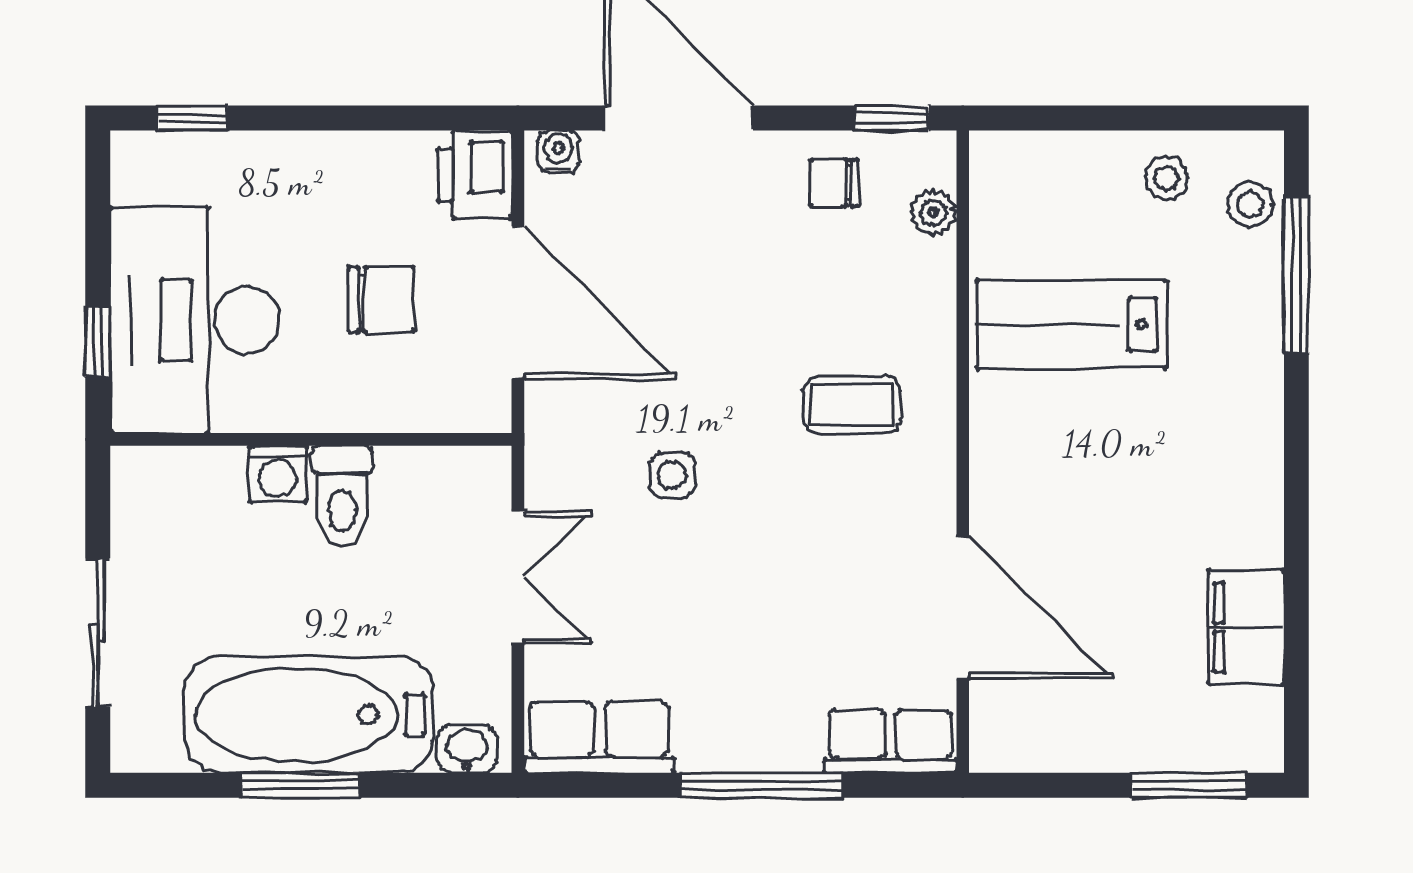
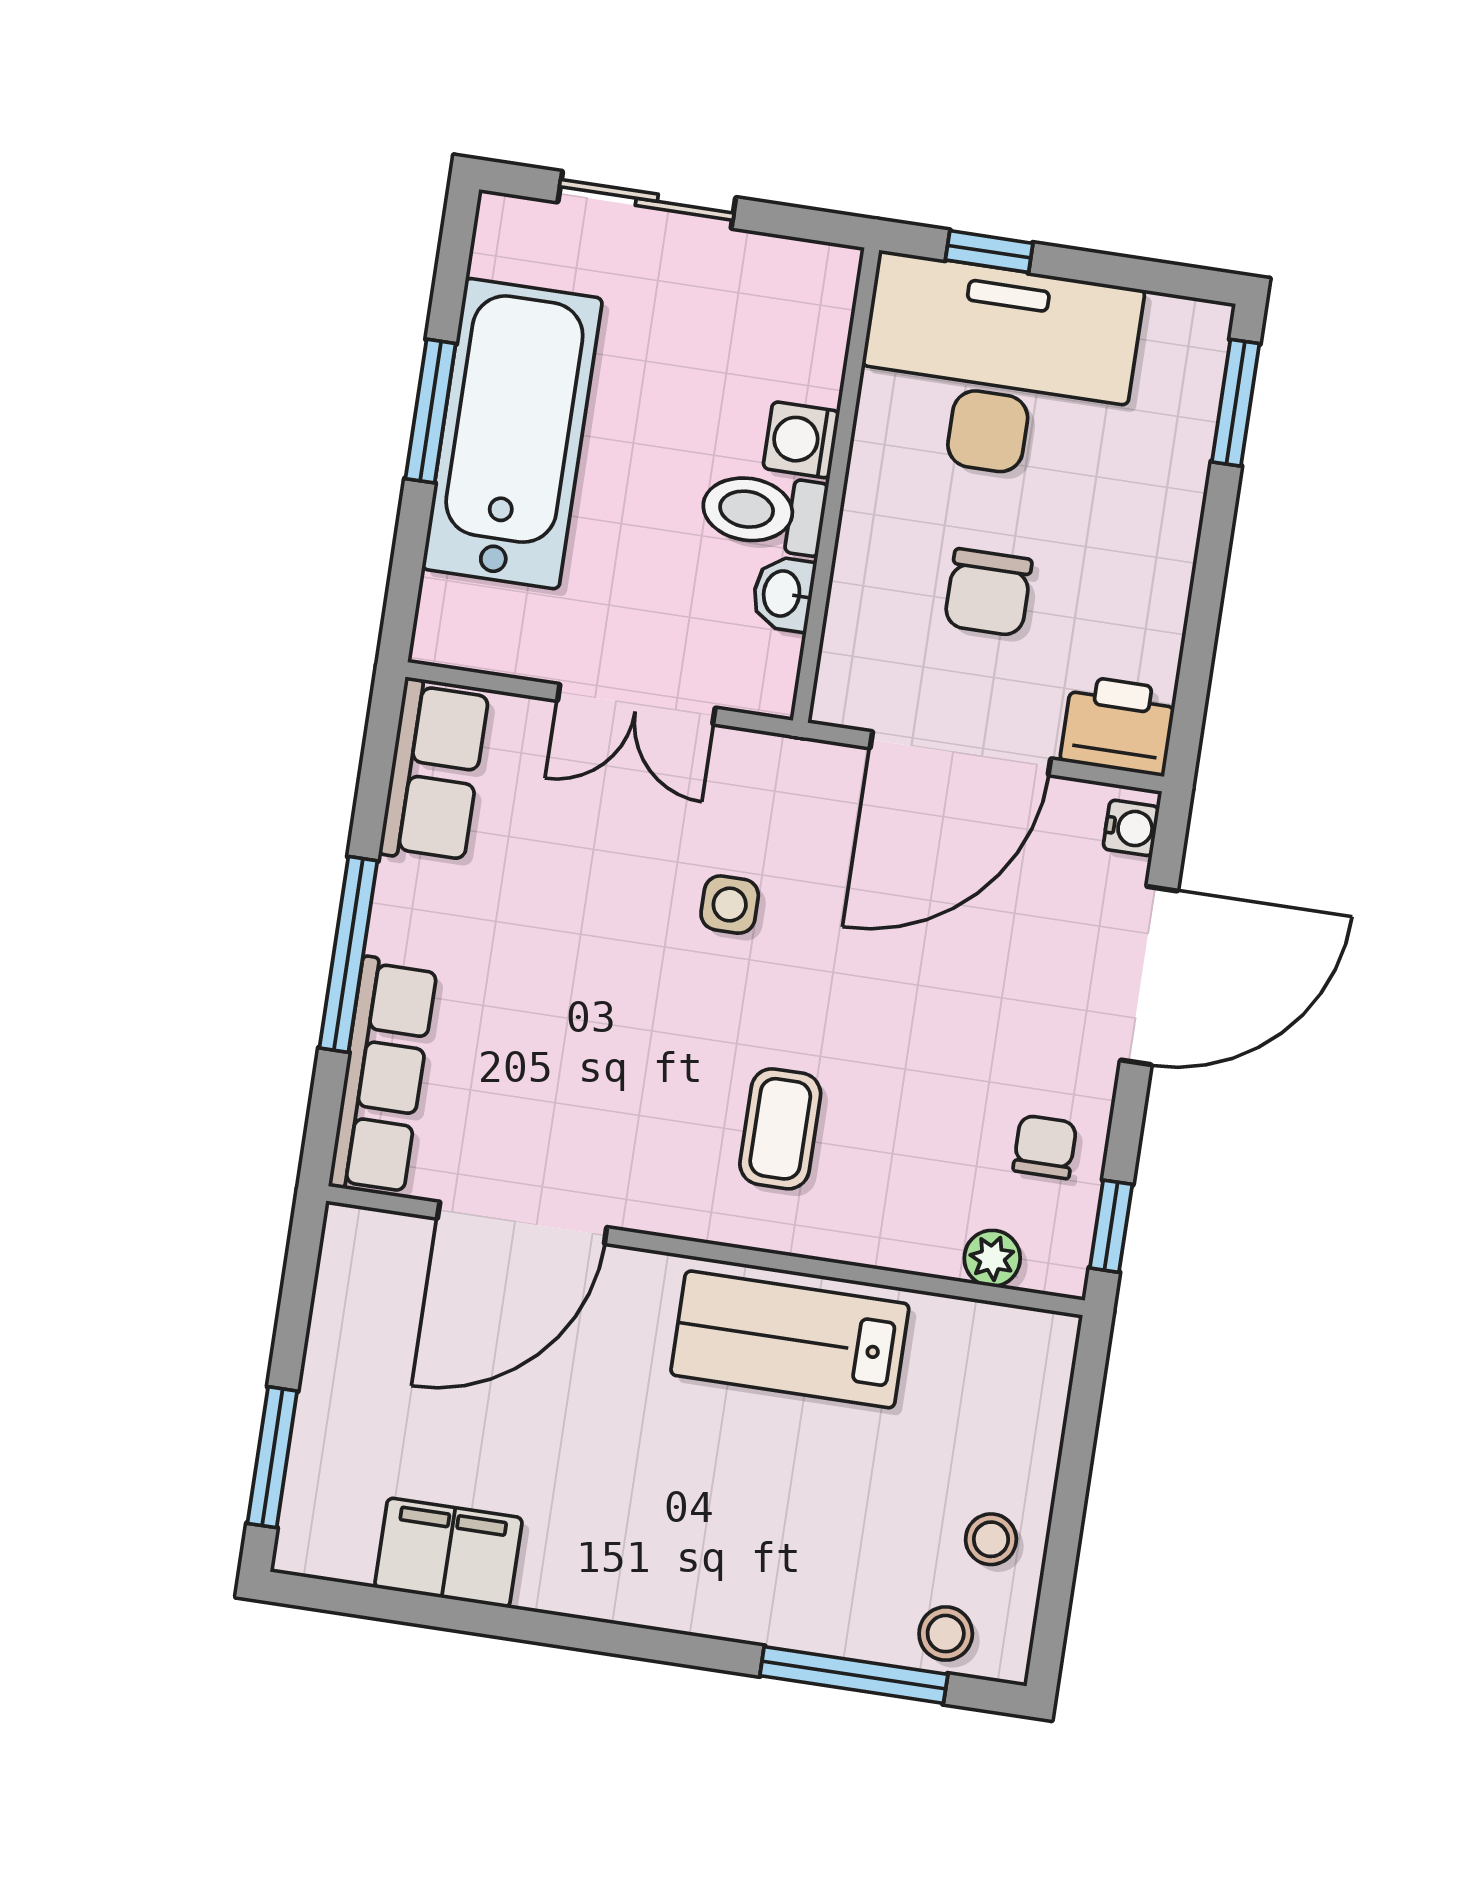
window: (192, 118) -> (1236, 403), width x1.50
lab bench: (1071, 324) -> (790, 1339), moved, turned -90
row of seats: (890, 741) -> (383, 1076), width x1.48
washbasin: (467, 749) -> (783, 594), moved, turned 180

